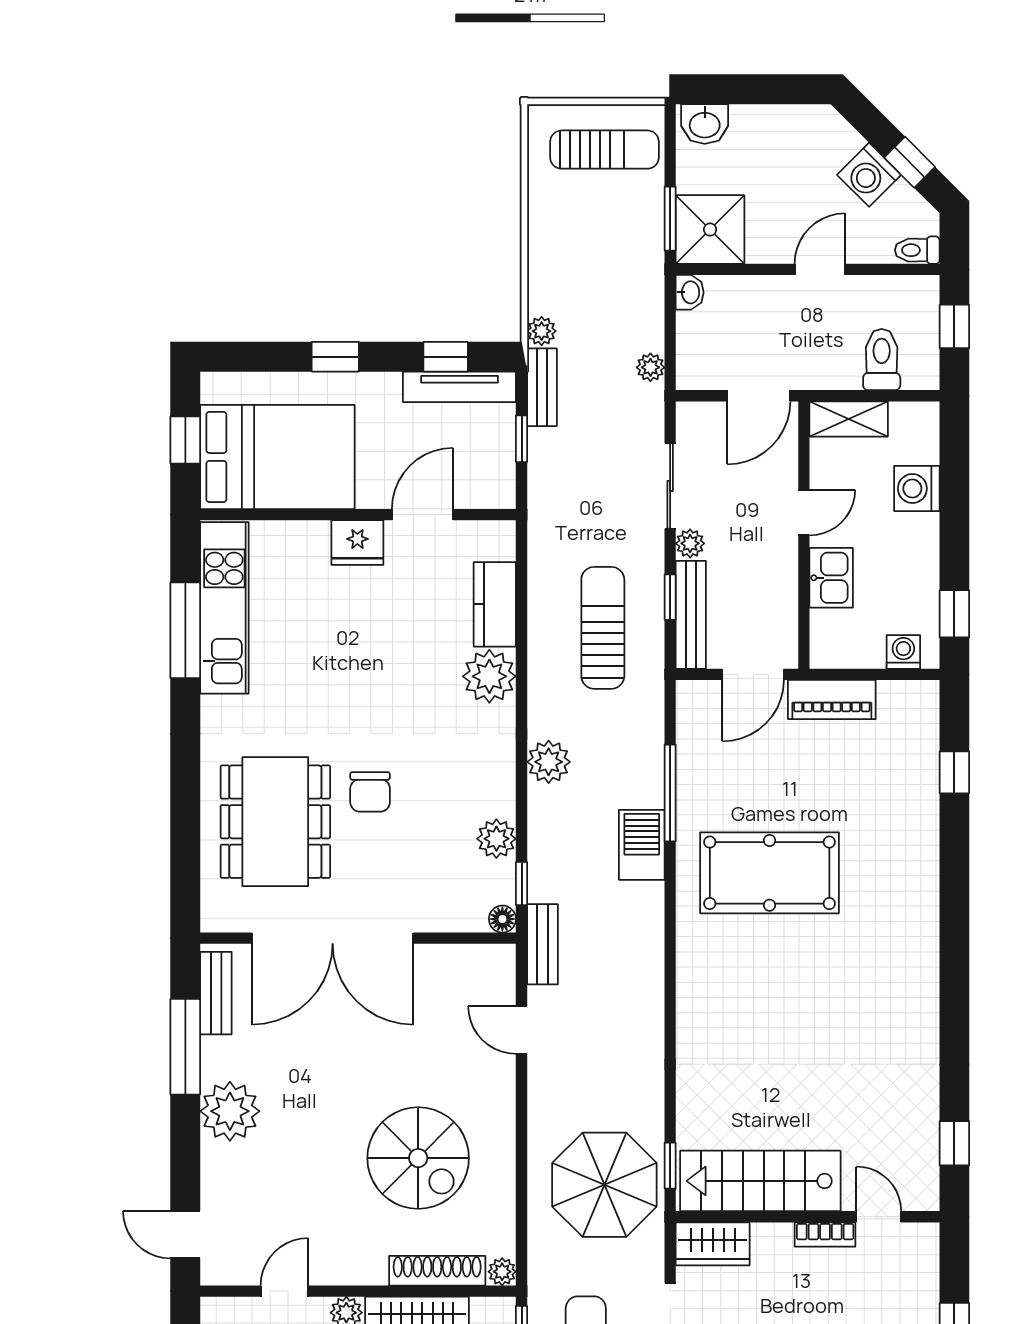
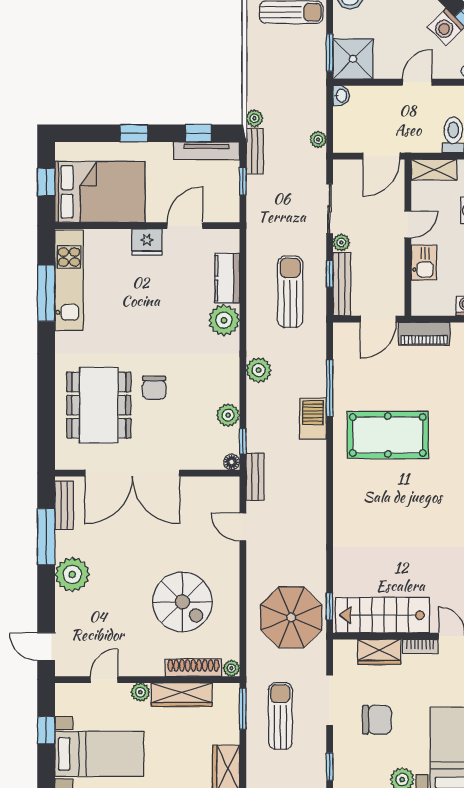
wardrobe: (713, 1244) -> (379, 652), moved

